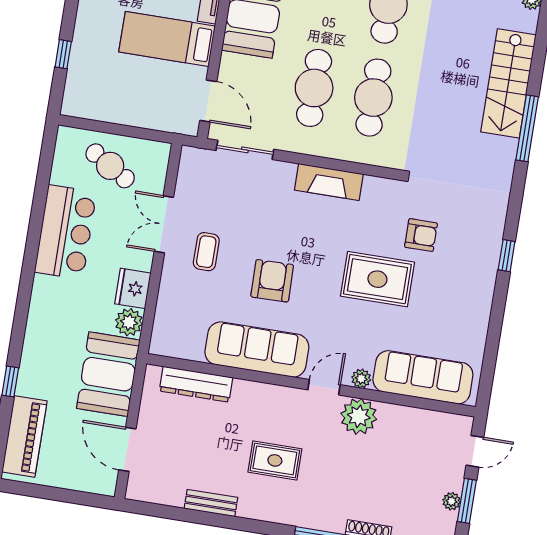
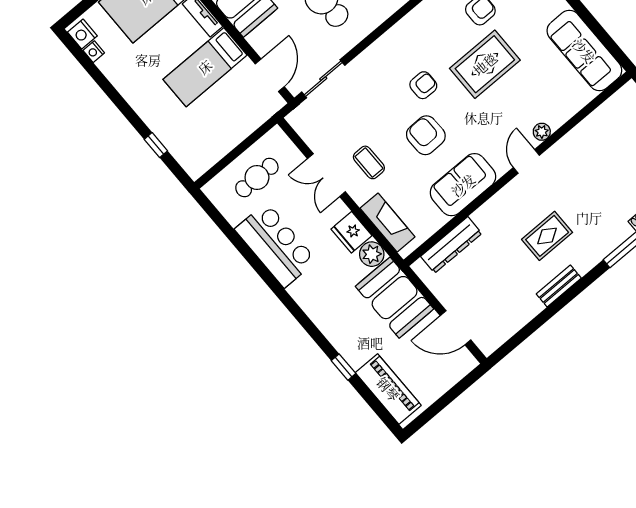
door: (208, 101) -> (270, 75), hinge flipped
cafe table: (110, 166) -> (257, 178), turned -31
fireplace: (329, 182) -> (388, 222), moved, turned -90
armchair: (314, 241) -> (423, 85), added
sofa: (257, 350) -> (463, 185), width x0.73
sofa: (423, 377) -> (584, 51), moved, turned -90
plant: (359, 416) -> (566, 155), removed
bench: (211, 503) -> (559, 286), moved

